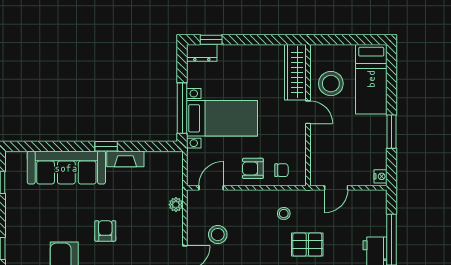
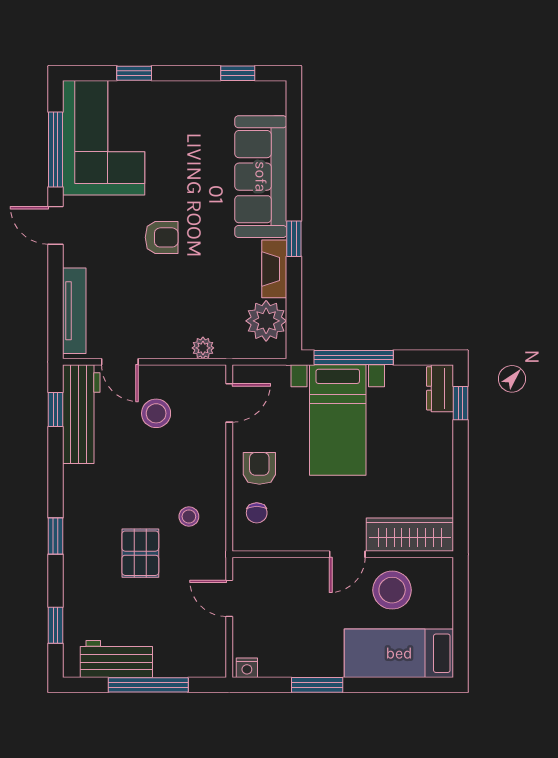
plant: (159, 164) -> (266, 321), added
door: (211, 188) -> (229, 403), hinge flipped

